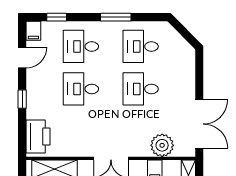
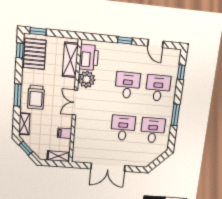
filing cabinet: (33, 31) -> (174, 54), removed
double door: (199, 124) -> (108, 167), moved
printer: (38, 137) -> (89, 57), moved, turned -90
plant: (162, 145) -> (87, 79), moved

